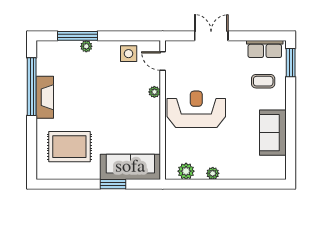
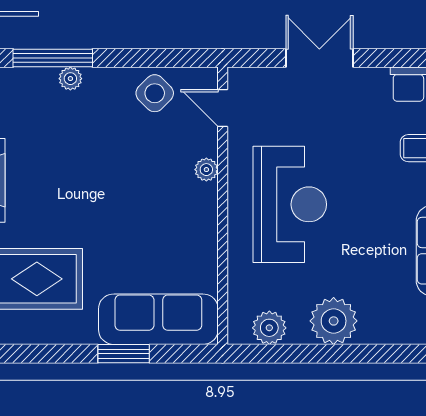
side table: (129, 54) -> (155, 93), turned 45
reception desk: (196, 109) -> (290, 204), turned 90
plant: (213, 173) -> (334, 321), width x1.88, depth x1.88

